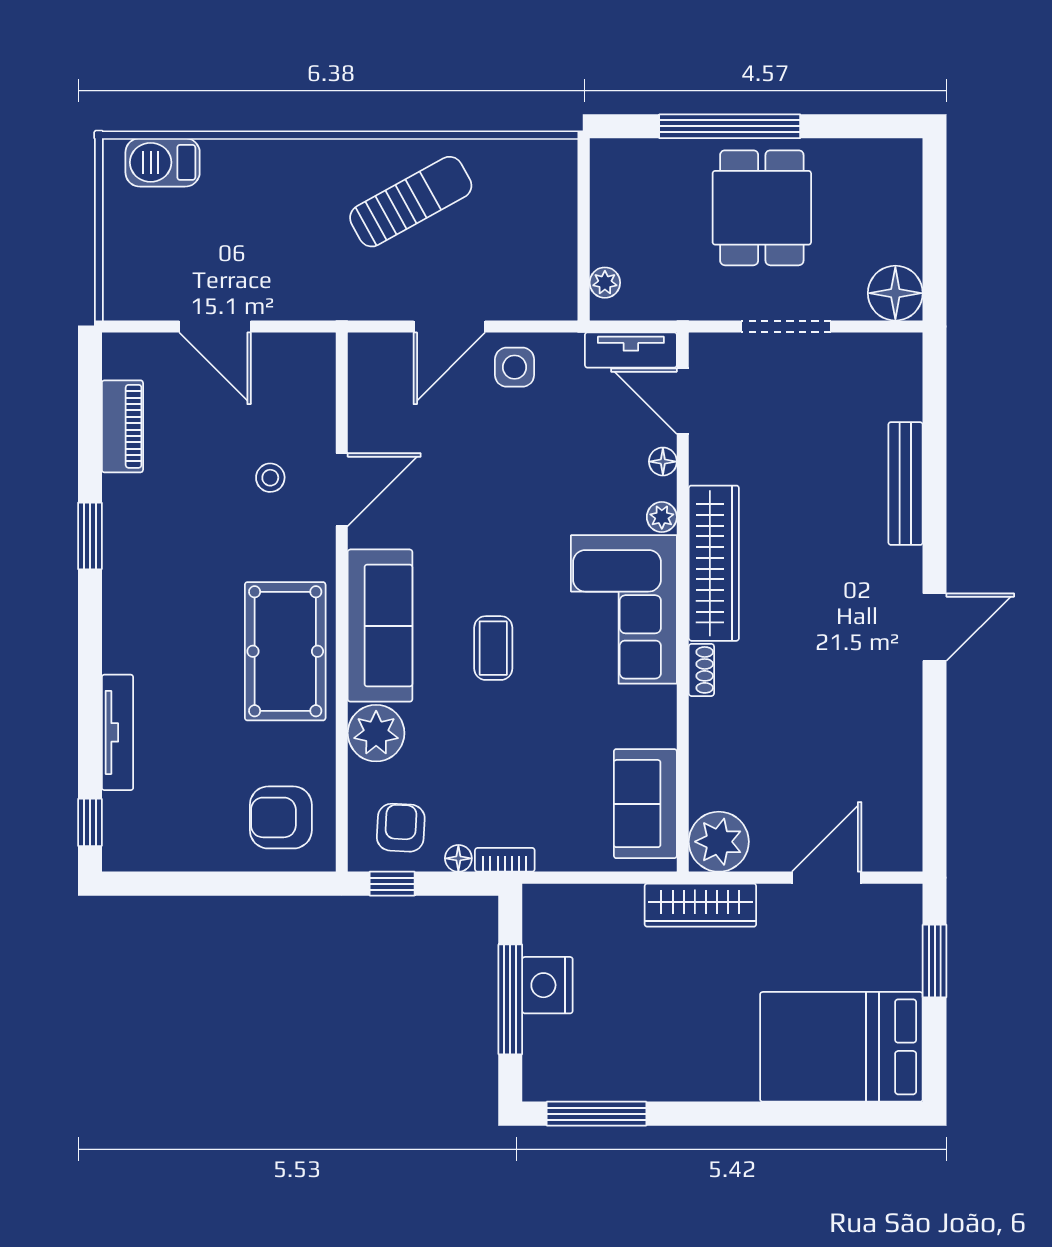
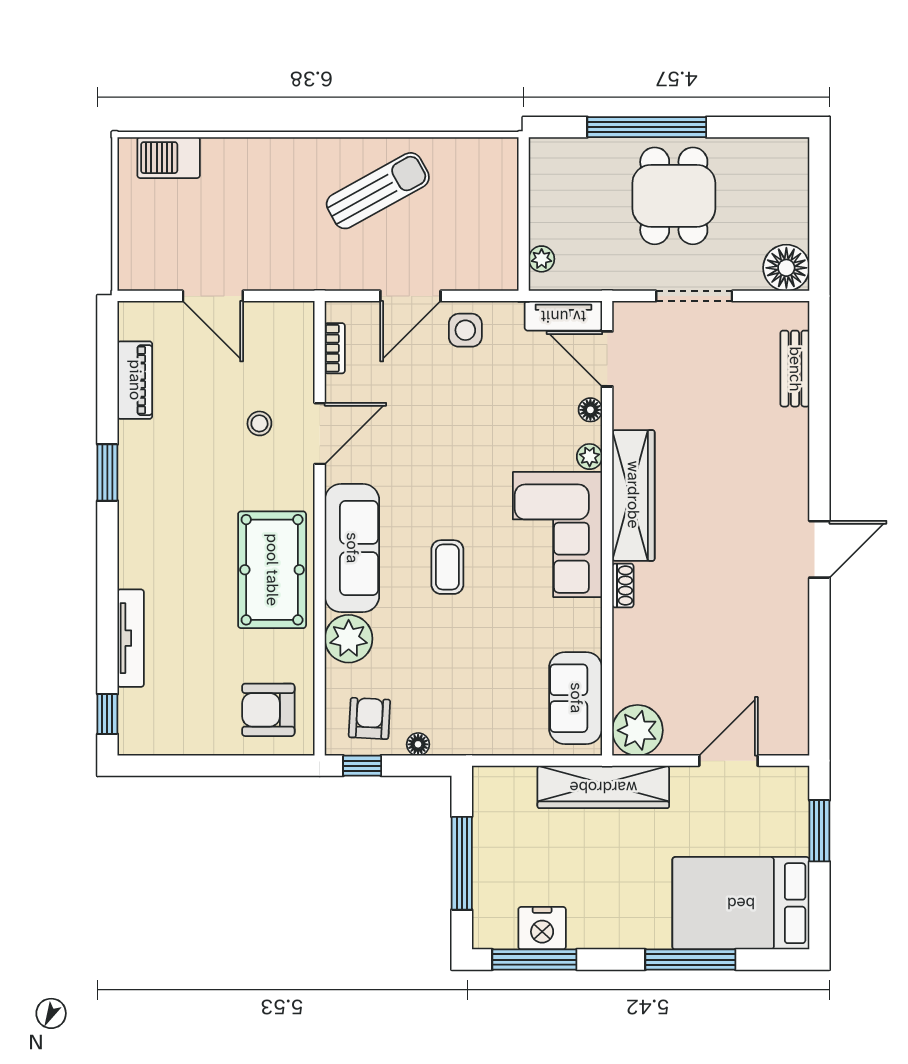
bench: (906, 484) -> (795, 369), moved, width x0.73
bookcase: (505, 860) -> (335, 348), moved, turned 90
wardrobe: (700, 905) -> (603, 787), width x1.40, depth x1.17
nightstand: (547, 985) -> (542, 928), moved, turned -90
window: (781, 1114) -> (690, 960), added

